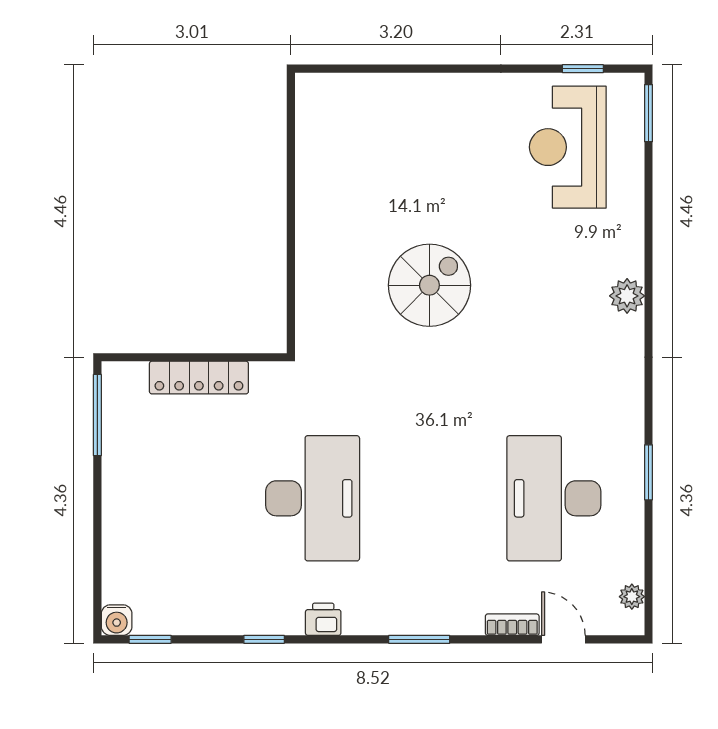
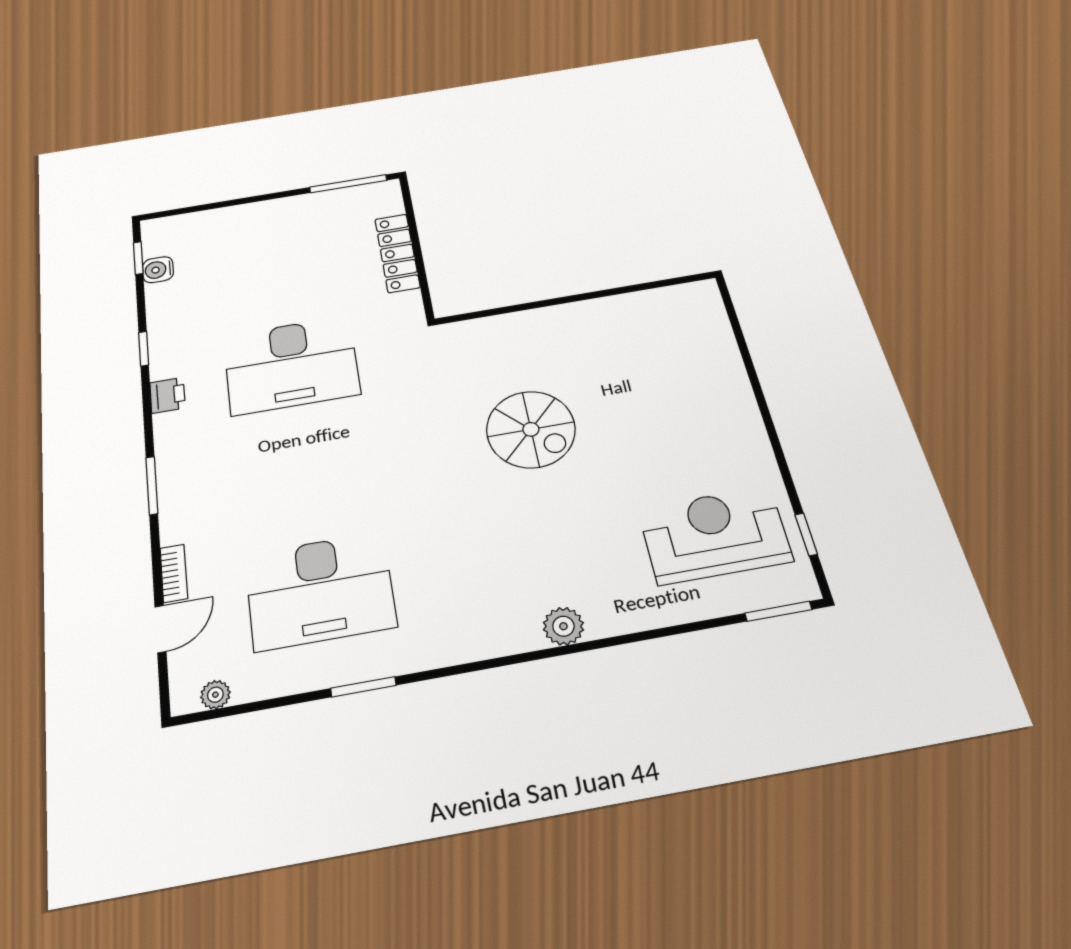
desk: (554, 498) -> (320, 591), turned 180
water cooler: (117, 620) -> (158, 270), moved

